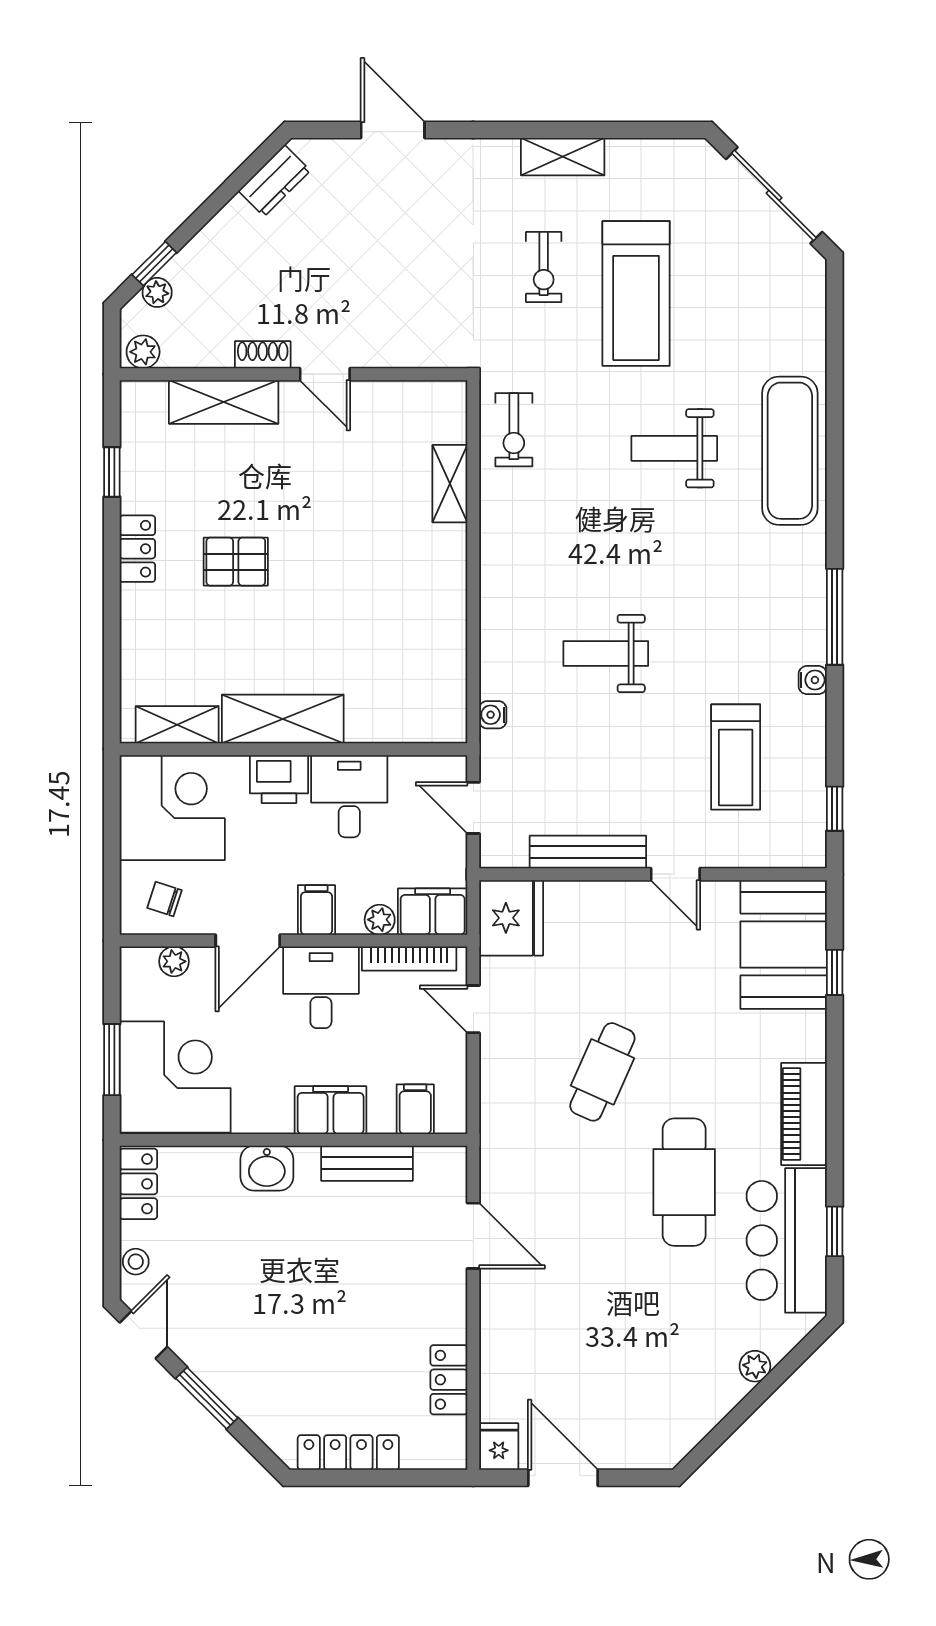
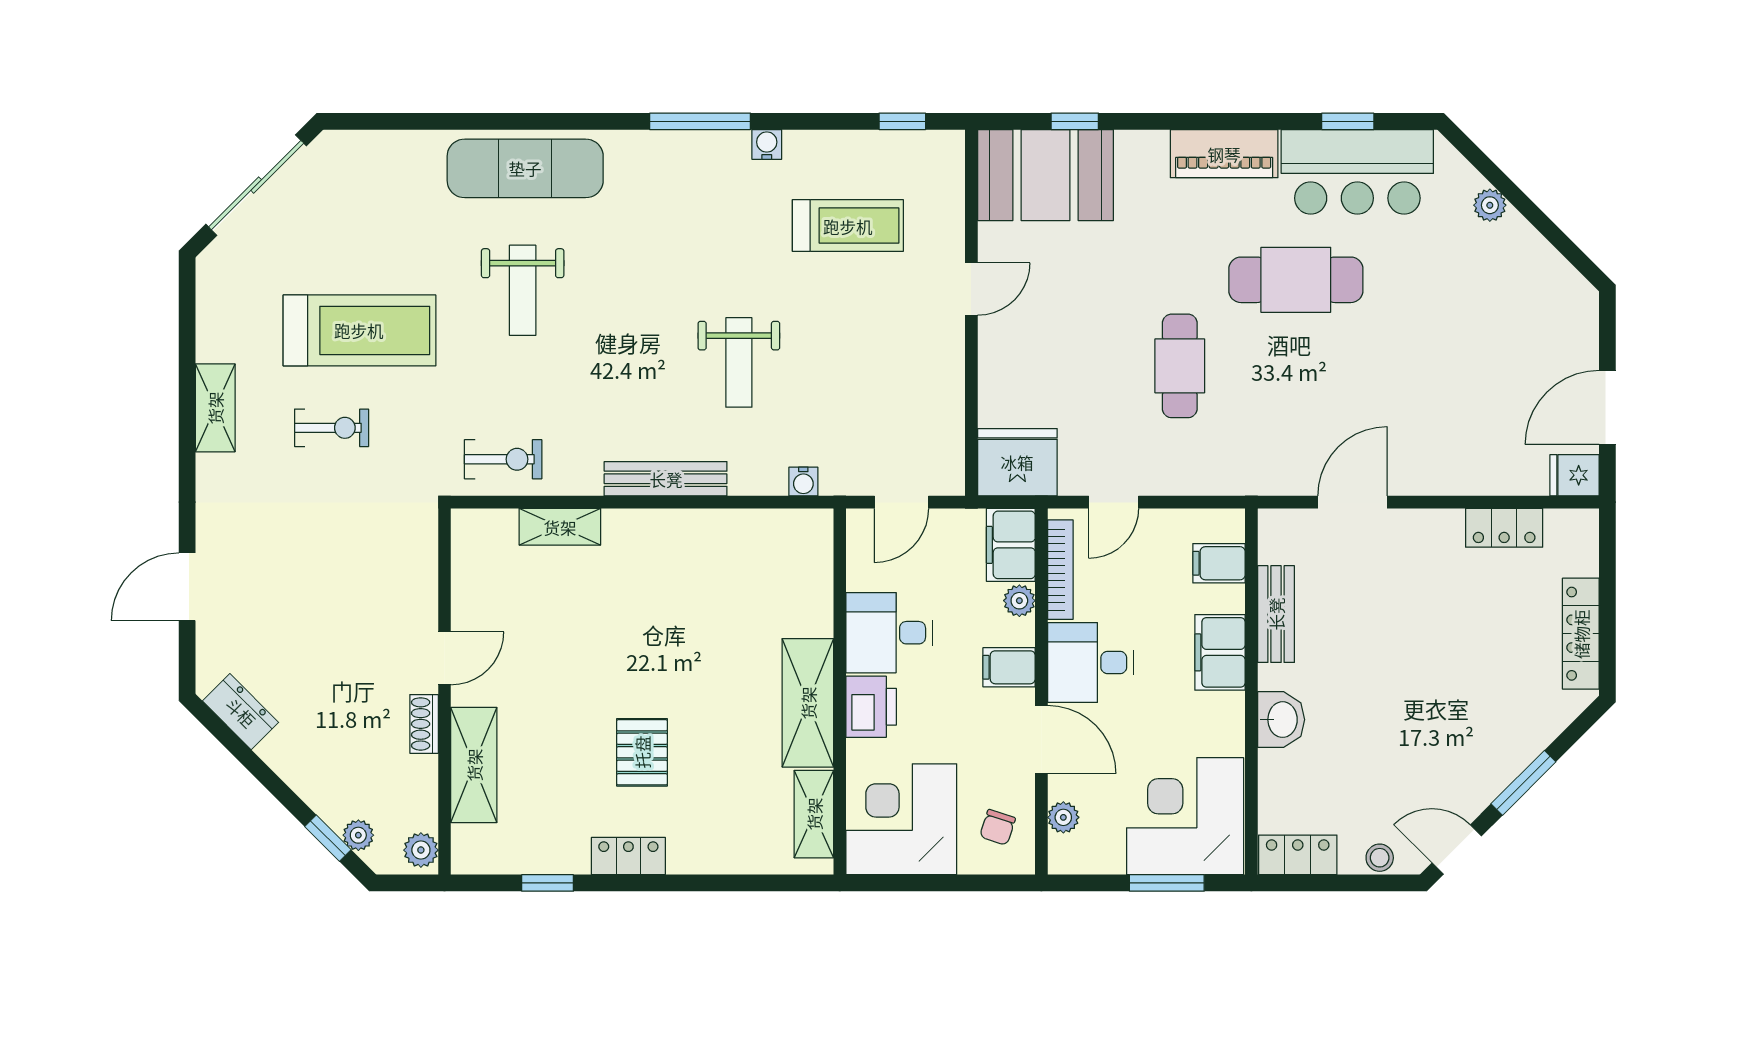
bench: (588, 852) -> (666, 479), moved, turned 90
cafe table: (602, 1072) -> (1180, 366), turned 66

